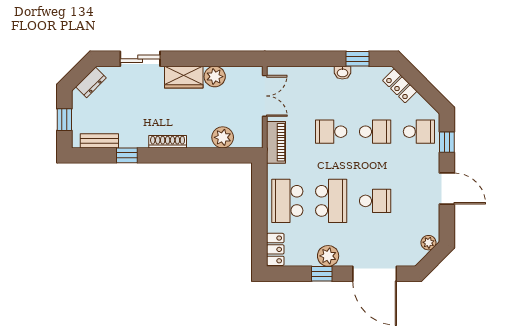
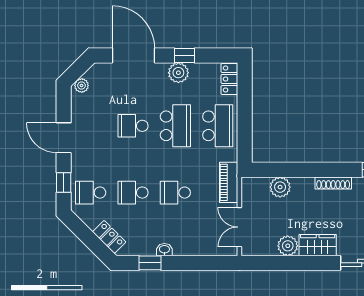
school desk: (331, 132) -> (175, 193), turned 180
school desk: (331, 201) -> (175, 126), turned 180

